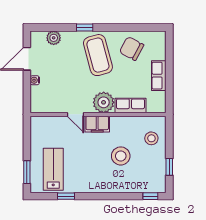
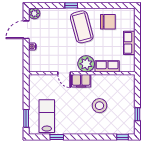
plant: (54, 38) -> (34, 13), moved
chair: (132, 49) -> (108, 22), turned 152
stool: (151, 138) -> (123, 92), removed

